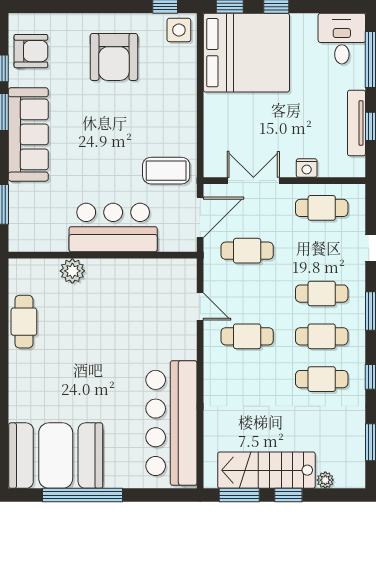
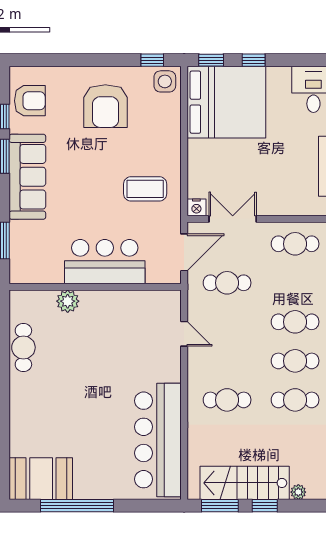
nightstand: (307, 168) -> (196, 207), moved
coffee table: (166, 171) -> (145, 189), moved
cafe table: (247, 336) -> (227, 400), moved
booth: (56, 456) -> (41, 479), width x0.73, depth x0.70

